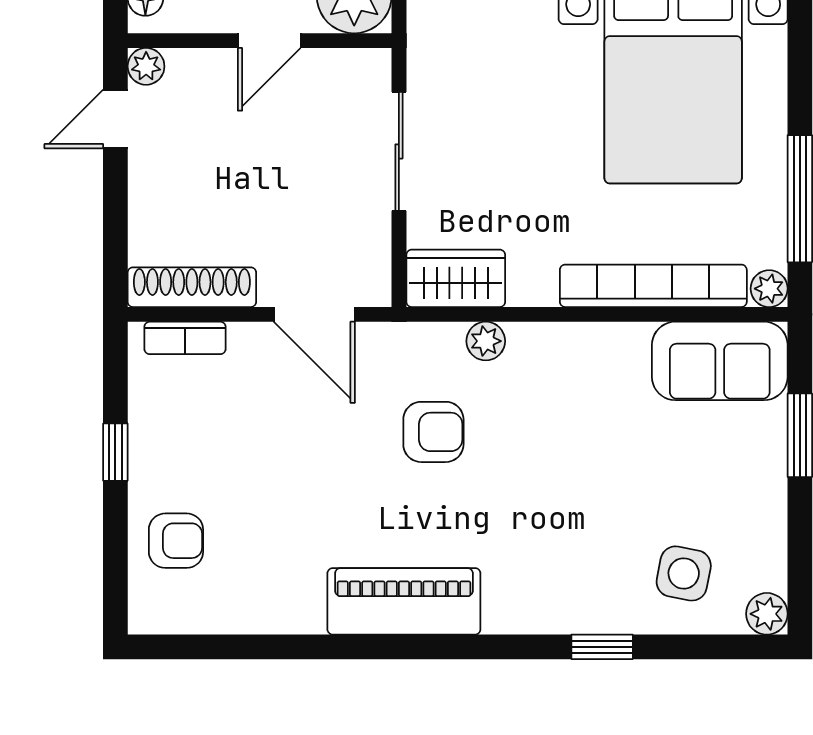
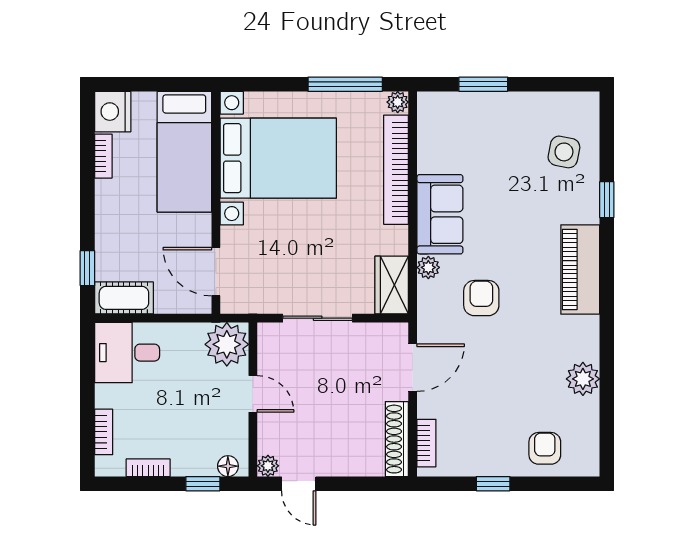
sofa: (720, 361) -> (440, 214), moved
piano: (404, 601) -> (580, 270), moved
plant: (767, 614) -> (583, 379), moved, width x1.38, depth x1.38

